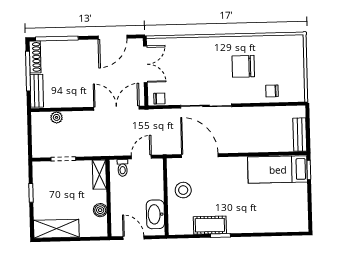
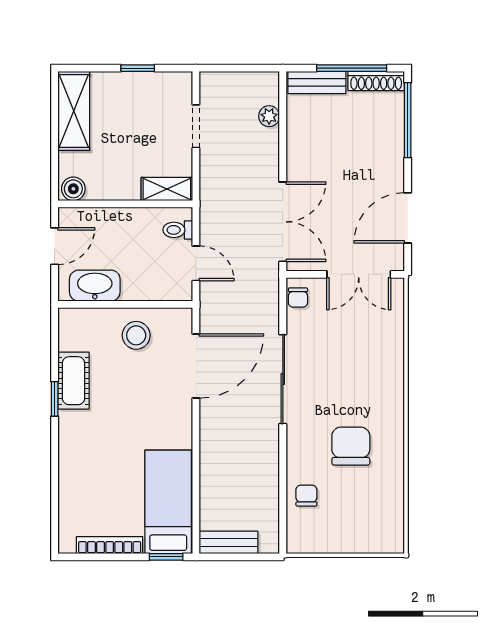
door: (112, 37) -> (408, 218), hinge flipped
bookcase: (303, 202) -> (110, 545), added
boiler: (100, 210) -> (73, 189), moved

